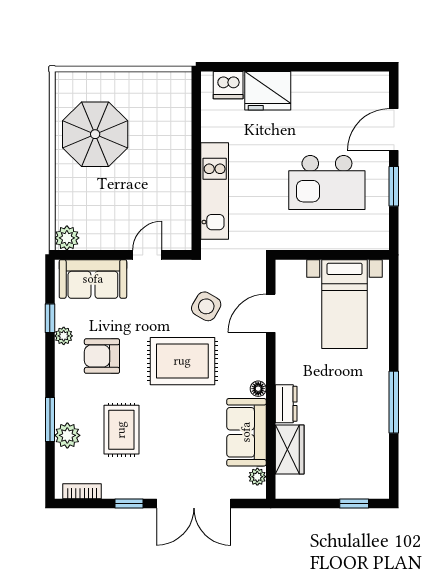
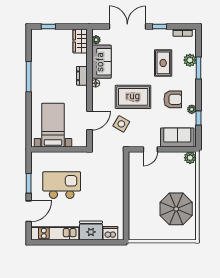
kitchen unit: (215, 191) -> (55, 233), moved, turned 90
wardrobe: (290, 449) -> (80, 41), moved

